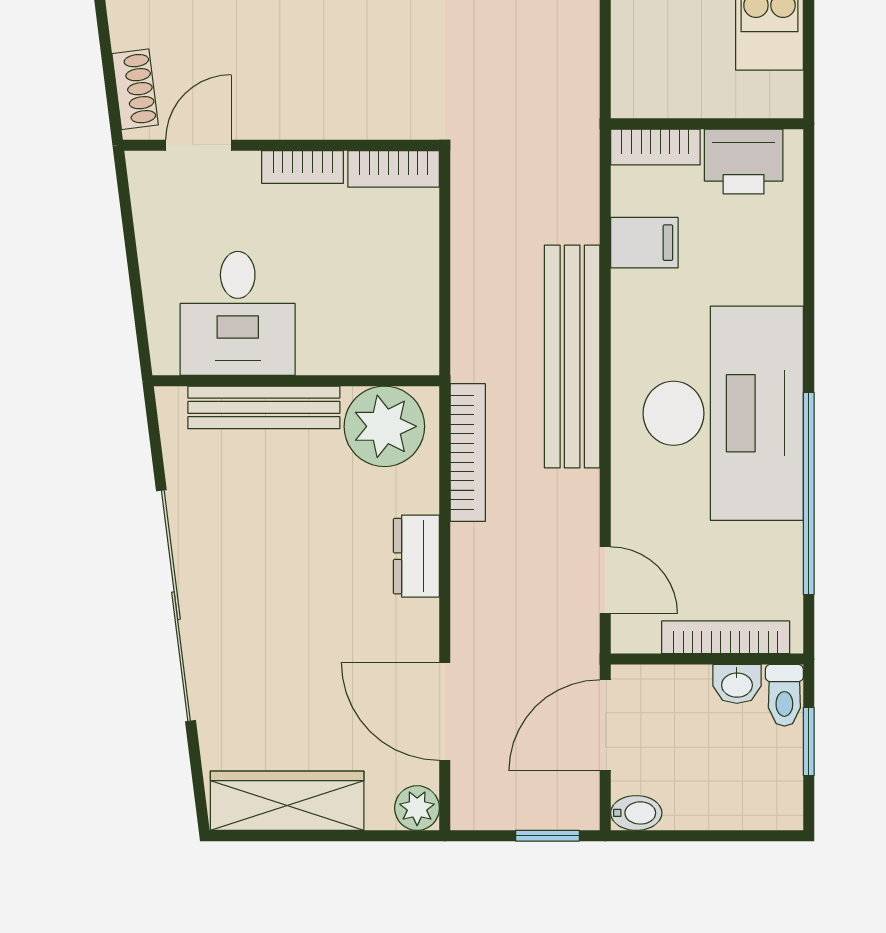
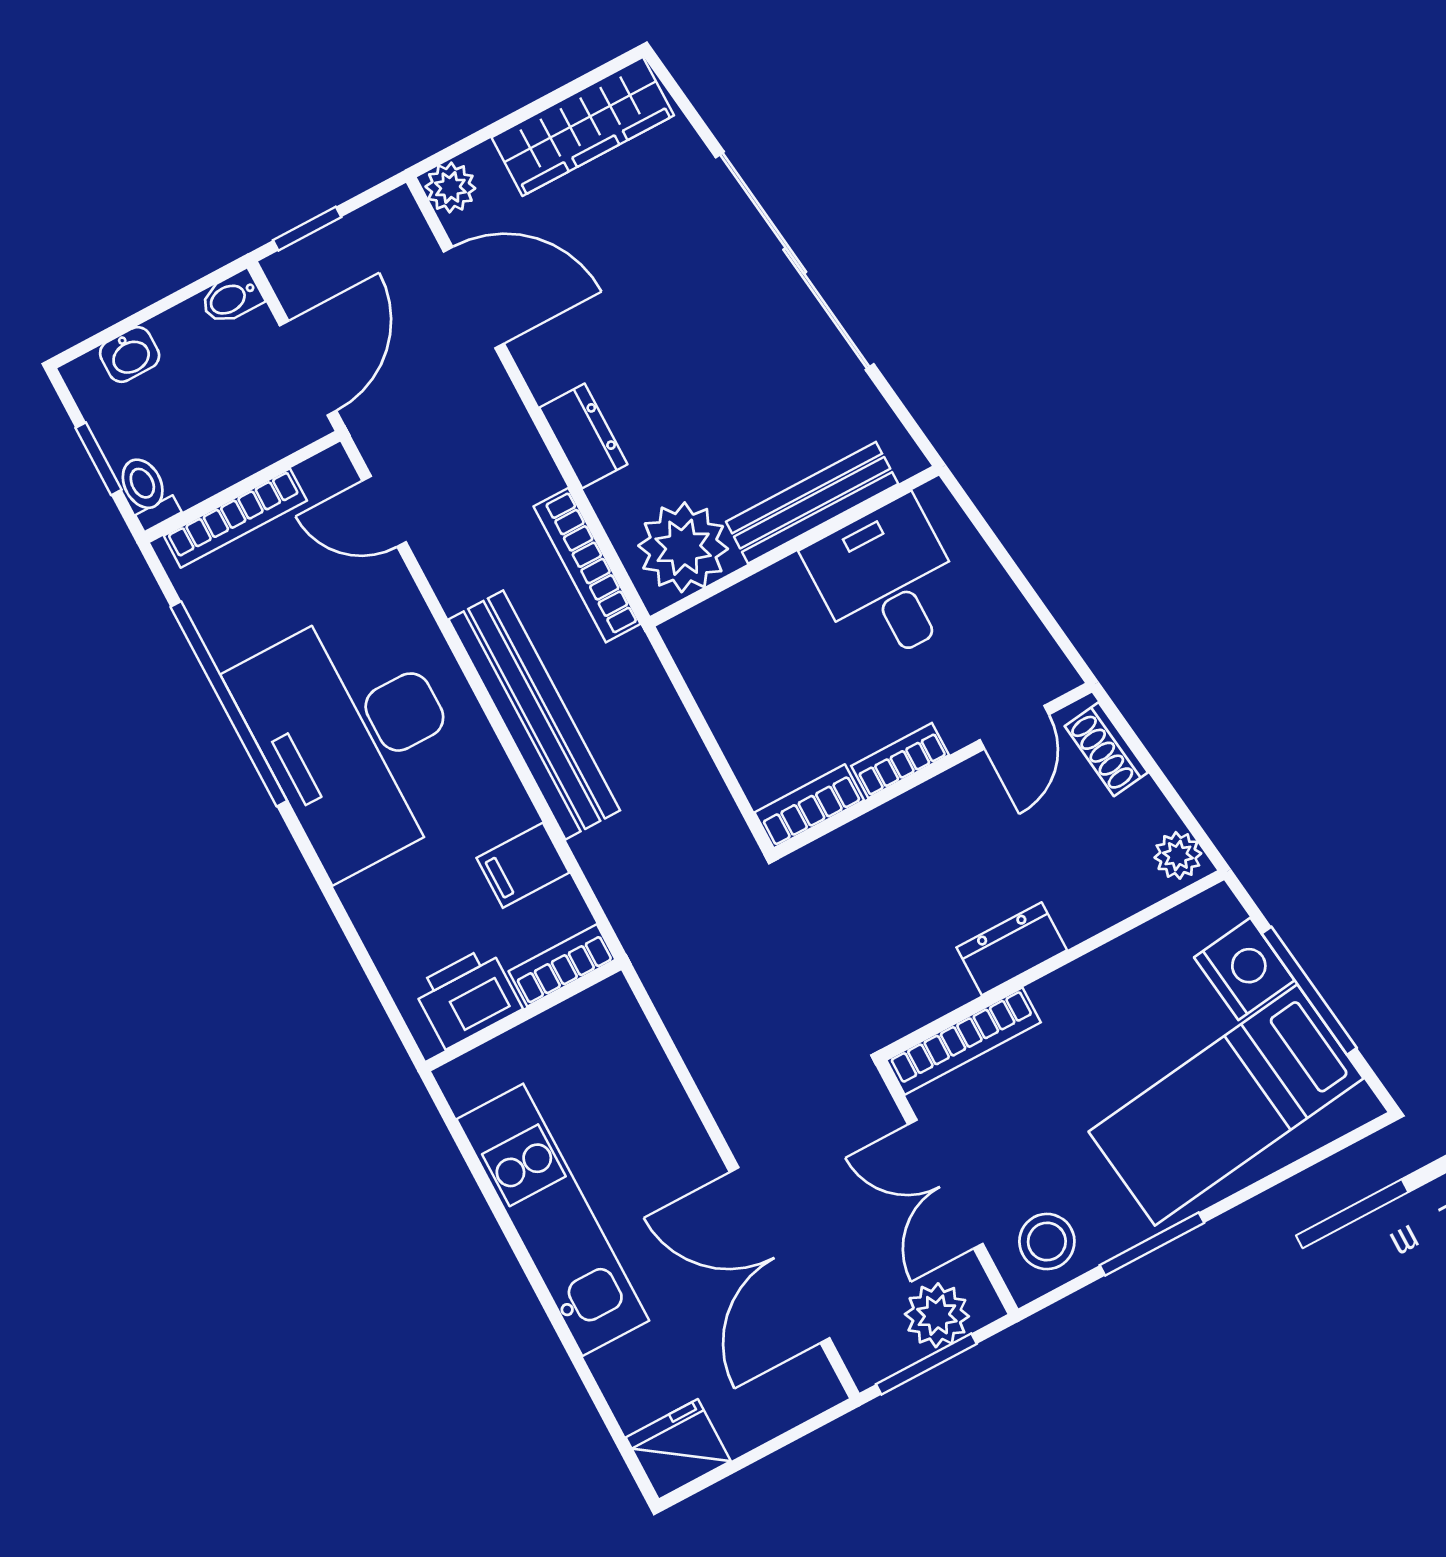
washbasin: (737, 684) -> (130, 354), moved, turned 180

